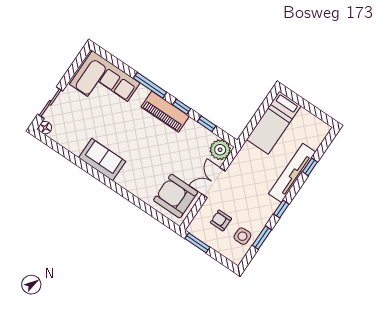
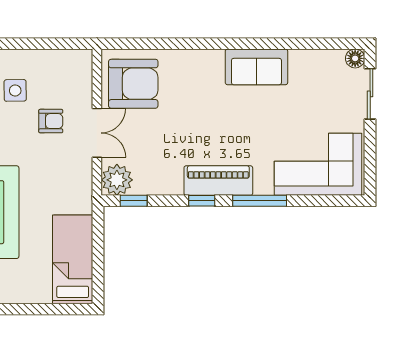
window: (207, 124) -> (134, 201), moved
armchair: (221, 220) -> (51, 121), moved
window: (197, 243) -> (66, 44), removed

